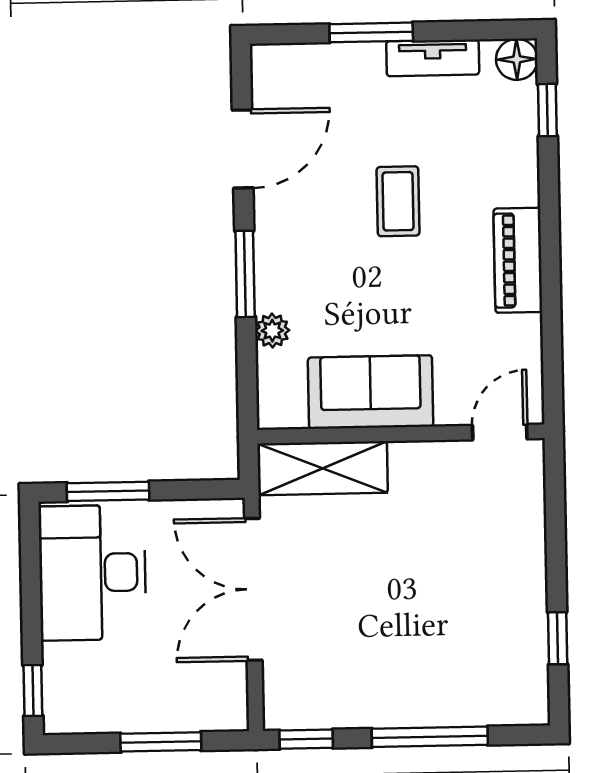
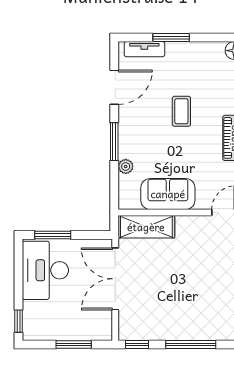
tv unit: (433, 58) -> (144, 49), moved

